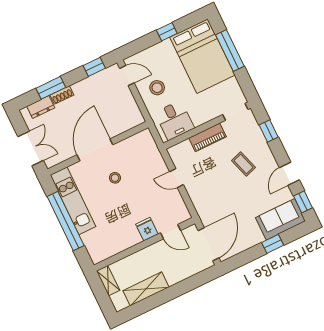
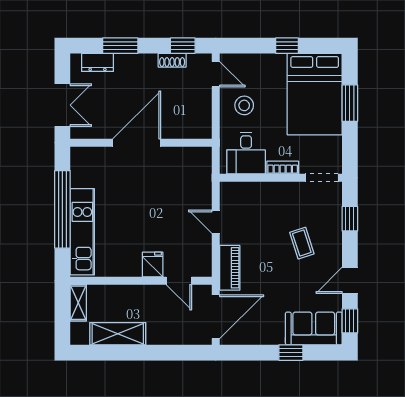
window: (230, 51) -> (350, 103), width x0.69
shoe rack: (62, 95) -> (172, 60), moved
bookcase: (205, 118) -> (283, 168), added
piano: (207, 137) -> (230, 268), moved, turned -90
stool: (115, 178) -> (144, 187), removed
kitchen unit: (73, 201) -> (82, 232), moved

